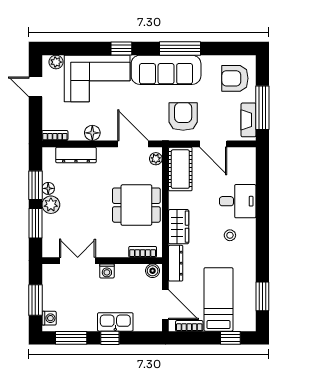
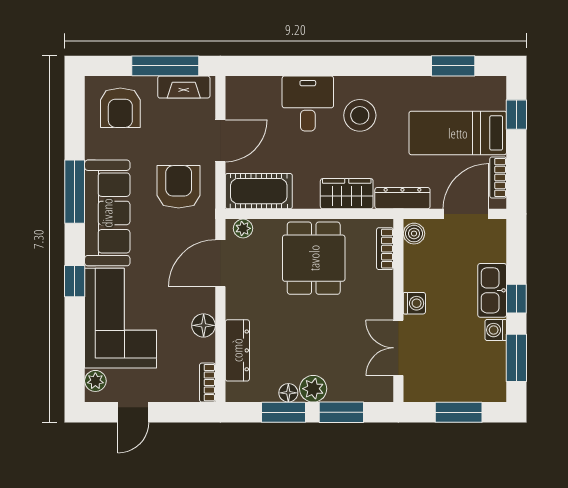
armchair: (183, 117) -> (179, 187), turned 90
stool: (230, 235) -> (360, 115), width x1.89, depth x1.89
washing machine: (49, 318) -> (496, 330), moved, turned -90

